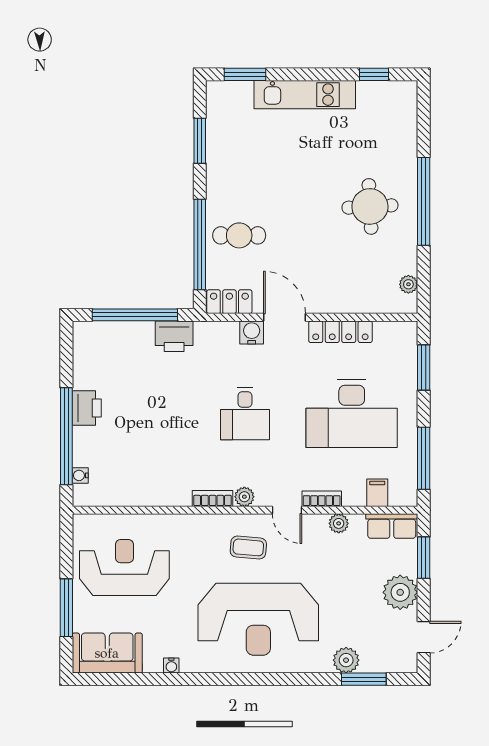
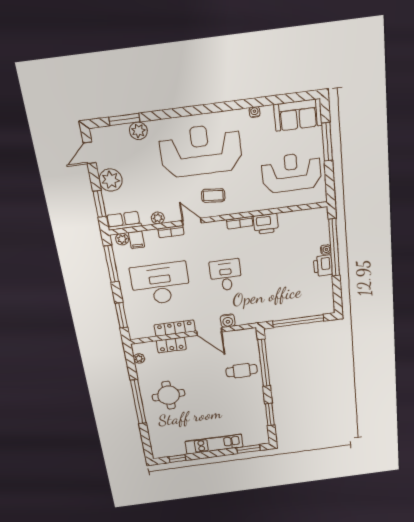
locker: (229, 302) -> (171, 345), moved
printer: (174, 336) -> (266, 224), moved, turned 180
water cooler: (80, 475) -> (326, 249), moved
plant: (244, 497) -> (122, 239), moved
reception desk: (124, 567) -> (291, 173), turned 180

